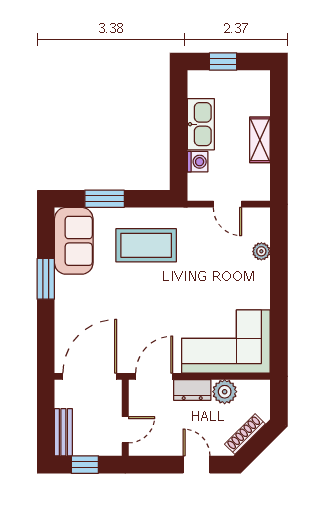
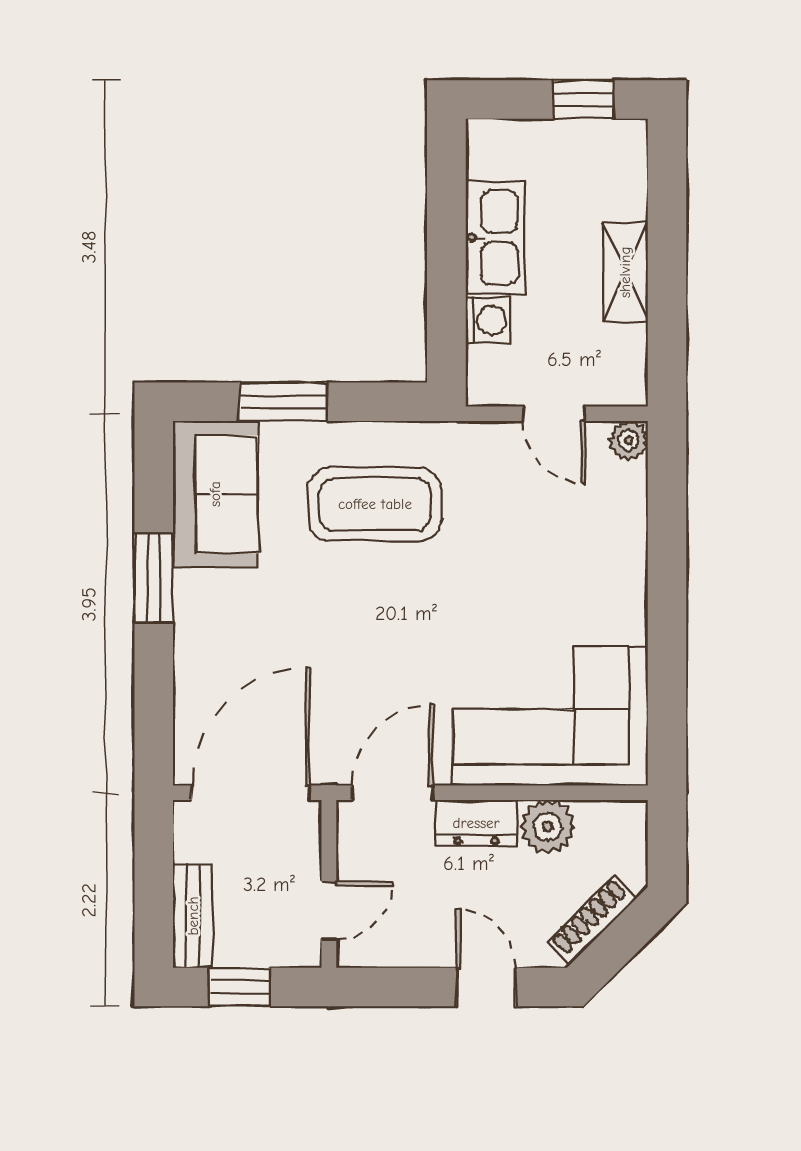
window: (223, 62) -> (583, 100), moved
plant: (261, 251) -> (628, 440), moved

